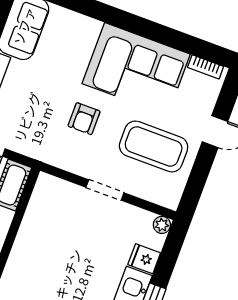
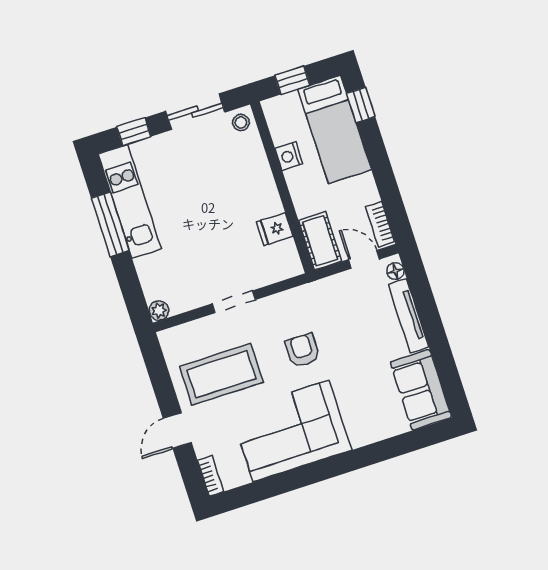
bookcase: (206, 67) -> (211, 476), moved, turned 90
fridge: (144, 259) -> (275, 229), moved, turned 180

